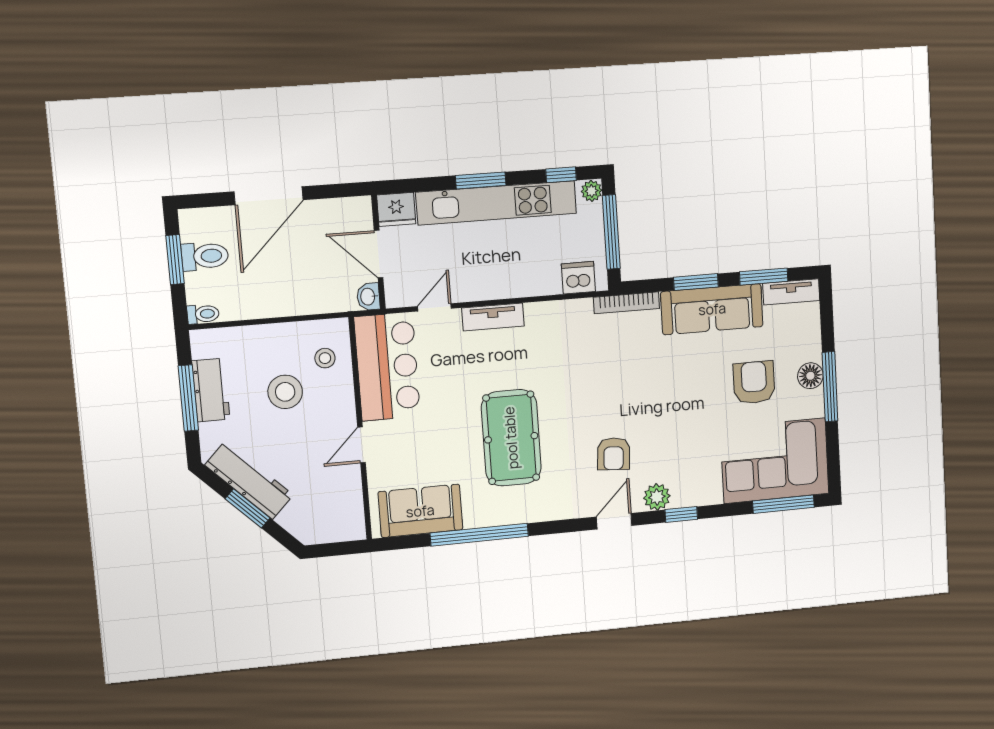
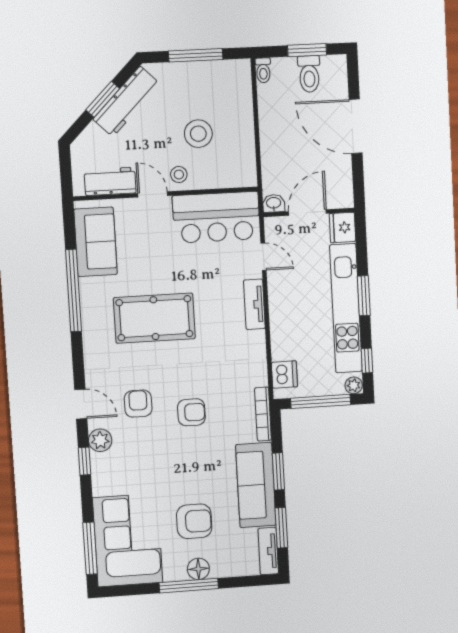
stool: (325, 358) -> (179, 175), moved
workbench: (211, 390) -> (110, 181), moved, turned 180
armchair: (624, 390) -> (191, 412), added
armchair: (614, 454) -> (138, 404), turned 86

